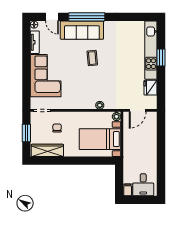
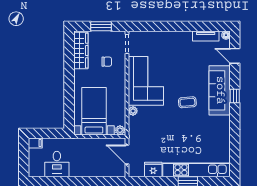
door: (52, 17) -> (235, 56), hinge flipped
window: (87, 17) -> (235, 96), width x0.32
corner sofa: (46, 76) -> (146, 81), moved, turned -90
desk: (143, 185) -> (57, 164), moved, turned -90

